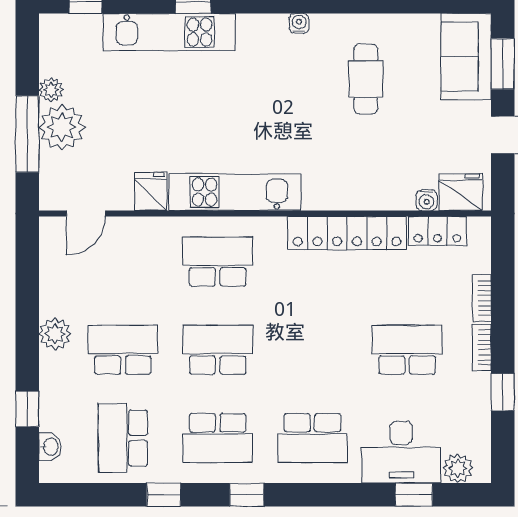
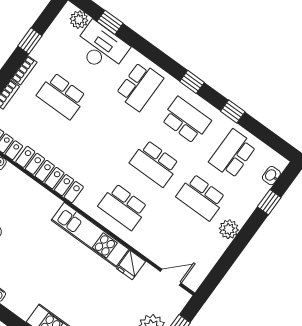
school desk: (123, 438) -> (233, 154), turned 180
school desk: (312, 438) -> (140, 86), turned 90

